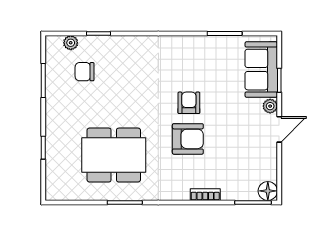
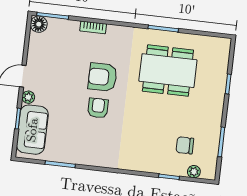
chair: (85, 72) -> (185, 145), turned 180
armchair: (189, 103) -> (98, 108), turned 180

